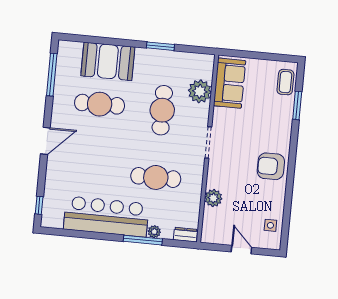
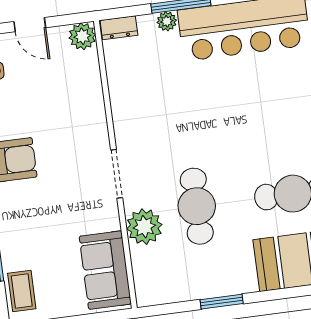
plant: (200, 91) -> (144, 227), moved
cafe table: (156, 177) -> (183, 103), removed
plant: (213, 198) -> (82, 36), moved

